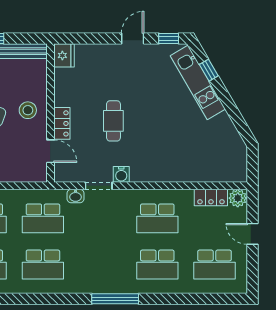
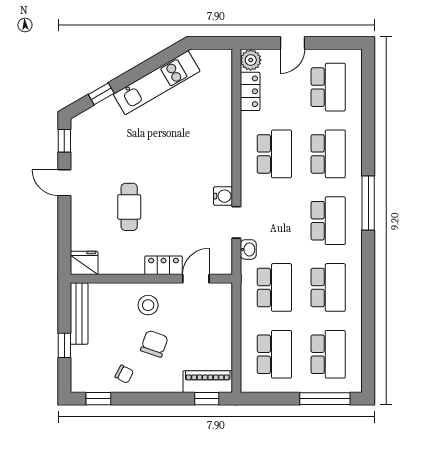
kitchen unit: (198, 82) -> (157, 83), moved
cafe table: (113, 121) -> (129, 207), moved, turned 90
school desk: (100, 264) -> (328, 221), added

